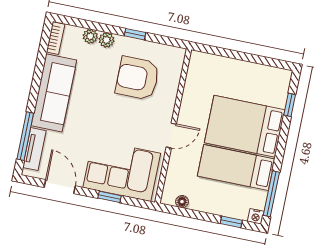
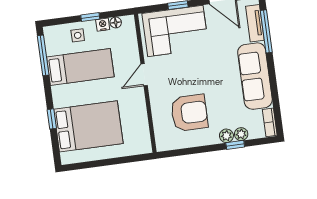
window: (135, 34) -> (235, 145), moved
window: (290, 105) -> (52, 119), moved
bed: (245, 126) -> (88, 126), moved
side table: (227, 202) -> (78, 35), added
nightstand: (256, 216) -> (103, 25), moved
window: (231, 222) -> (90, 17), moved

